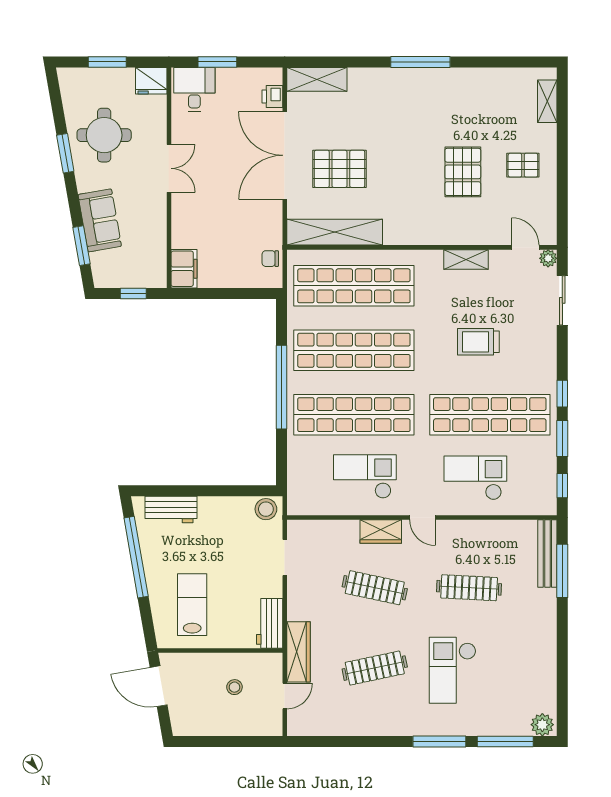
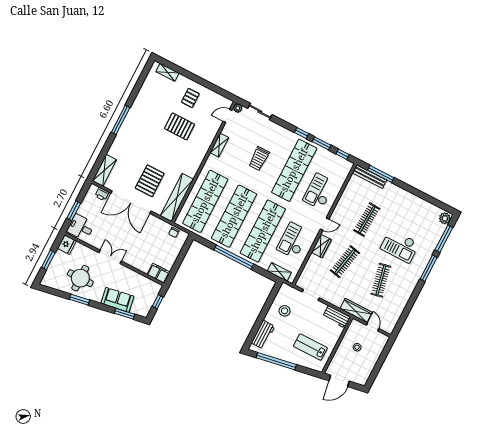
shelving: (297, 481) -> (279, 272), added
stool: (266, 509) -> (285, 311), moved

